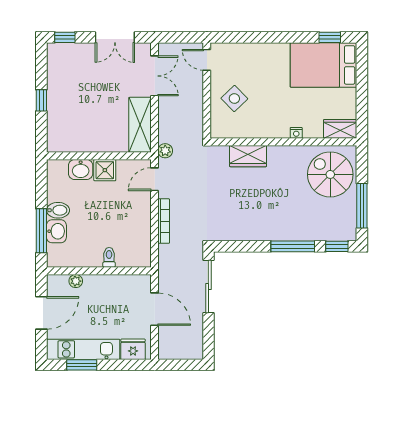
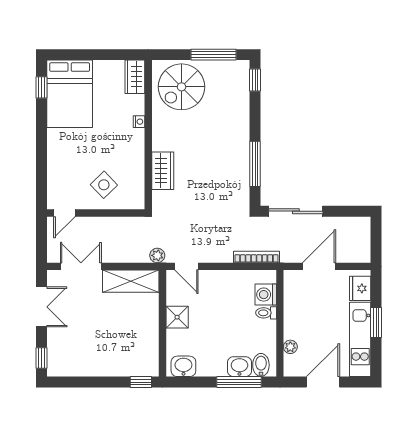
window: (41, 100) -> (141, 382), moved
washbasin: (81, 169) -> (183, 366), moved, turned -90
bidet: (58, 210) -> (261, 365), moved
bookcase: (164, 221) -> (256, 257), moved
window: (293, 246) -> (255, 164), moved
washing machine: (127, 257) -> (266, 295), added
door: (41, 313) -> (323, 382), hinge flipped
window: (82, 365) -> (376, 322), moved

